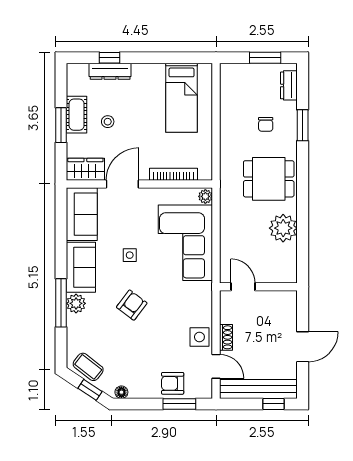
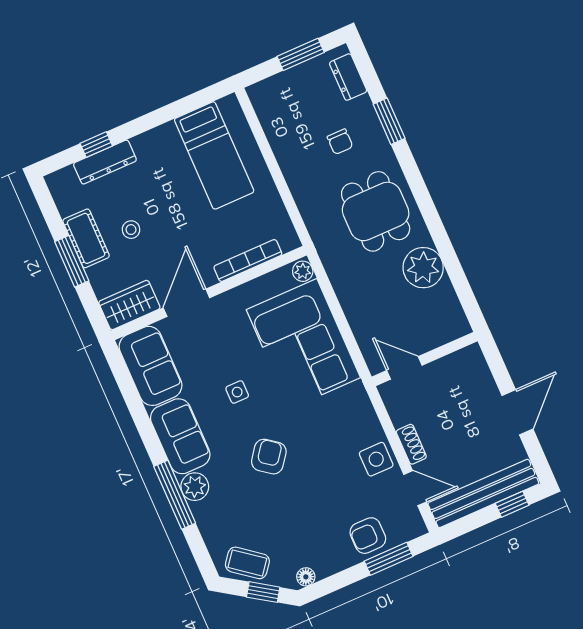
dining table: (269, 179) -> (376, 211), turned 90

